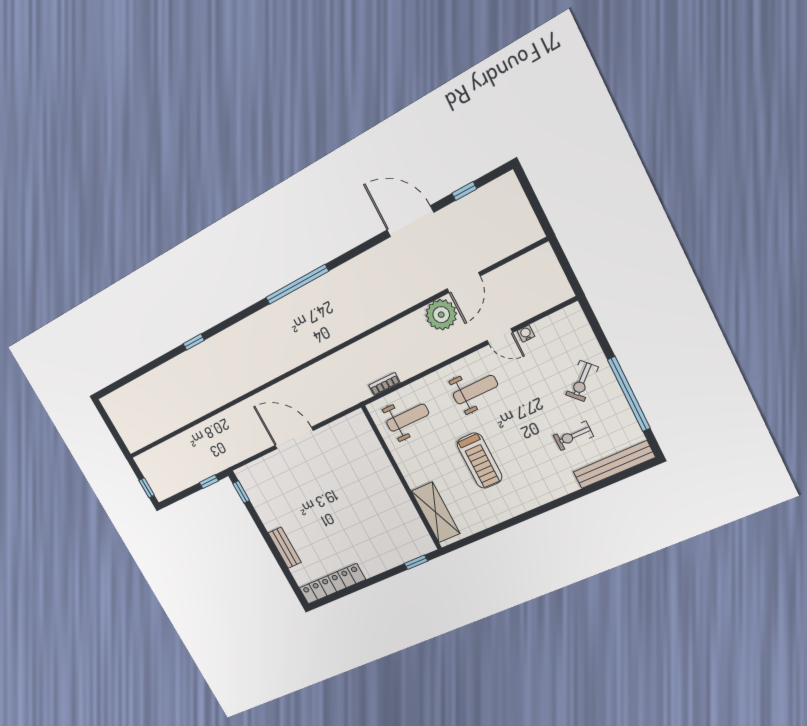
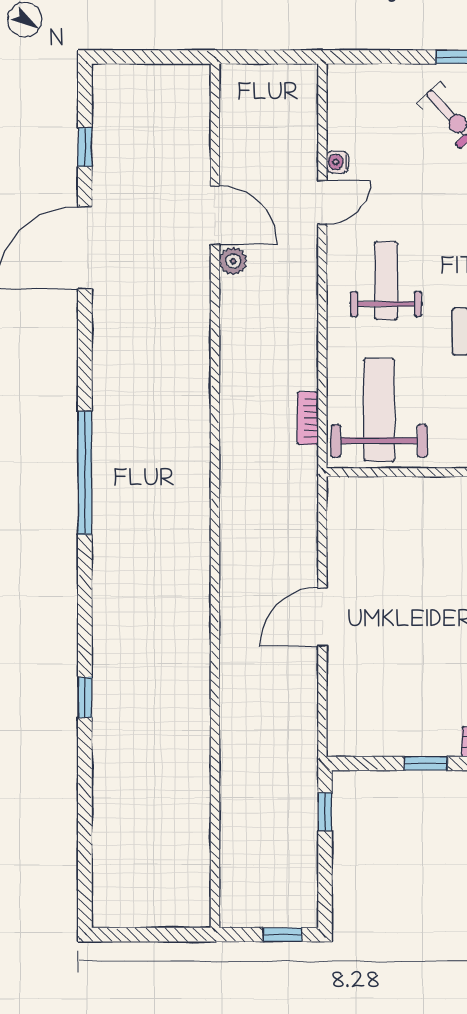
plant: (441, 315) -> (233, 261), width x0.53, depth x0.53
weight bench: (408, 418) -> (379, 410), width x1.36, depth x1.33
door: (294, 438) -> (322, 617), width x0.73
window: (241, 492) -> (426, 764), moved

